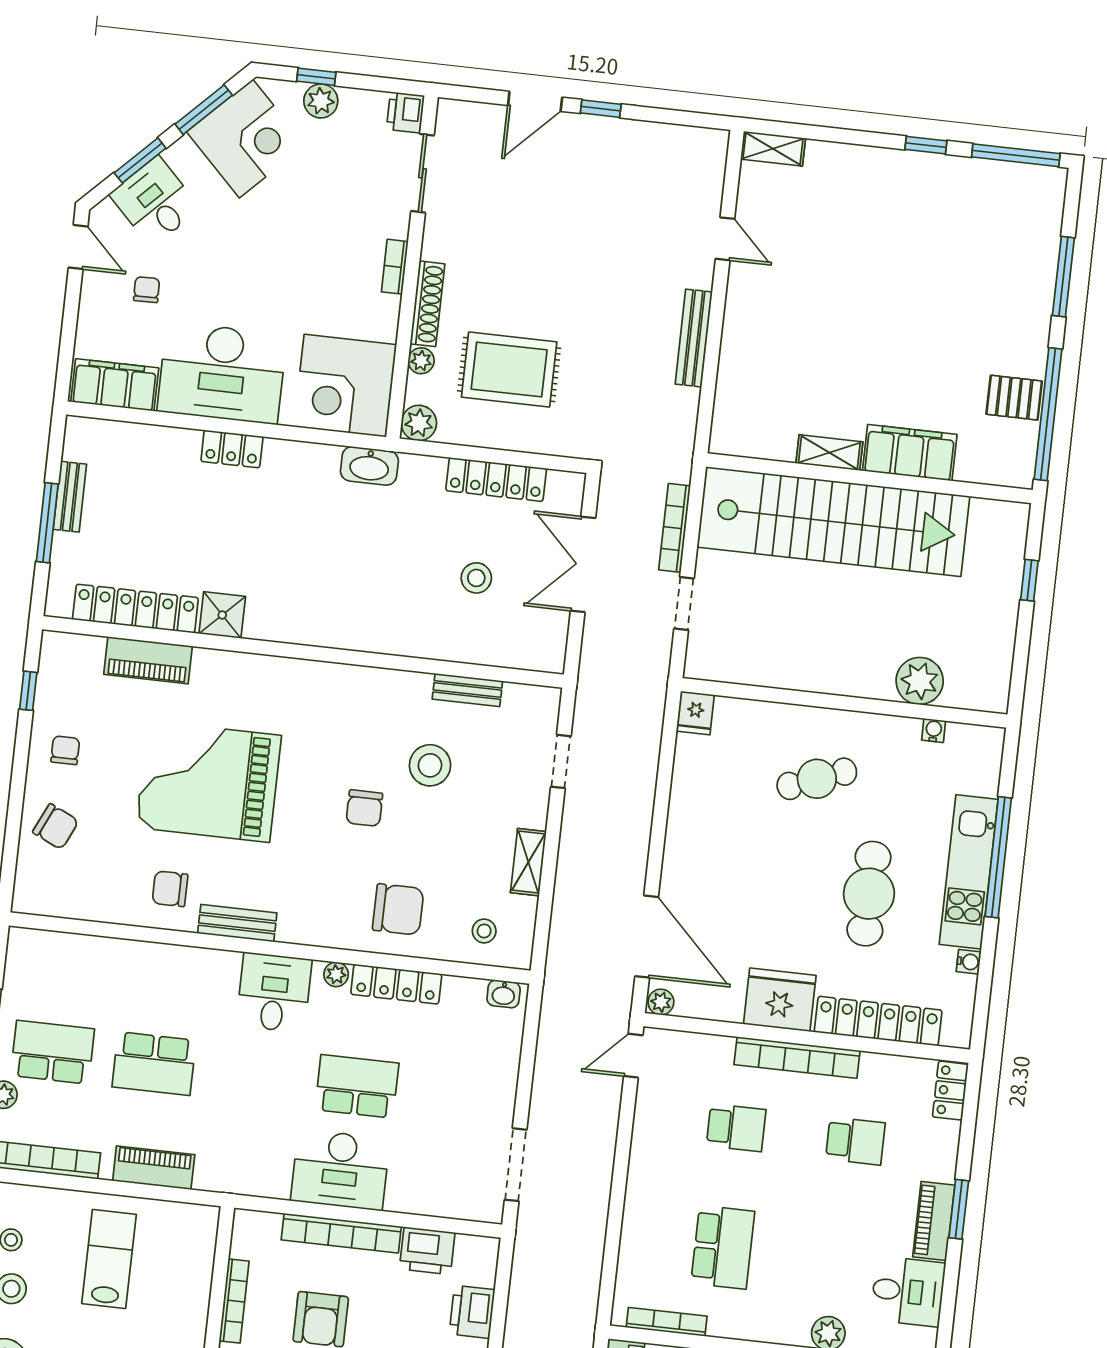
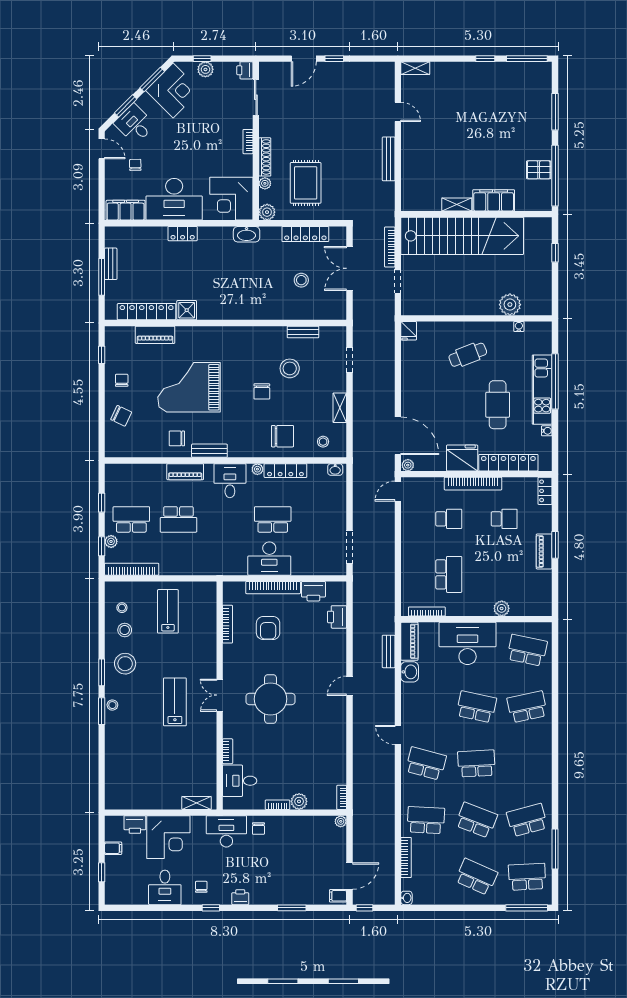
rug: (509, 370) -> (306, 183), turned 90
piano: (154, 1168) -> (185, 472), moved, turned 180
desk: (908, 1291) -> (536, 585), removed

